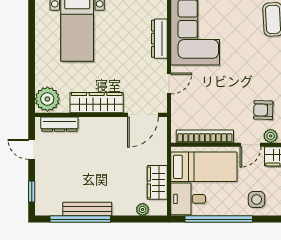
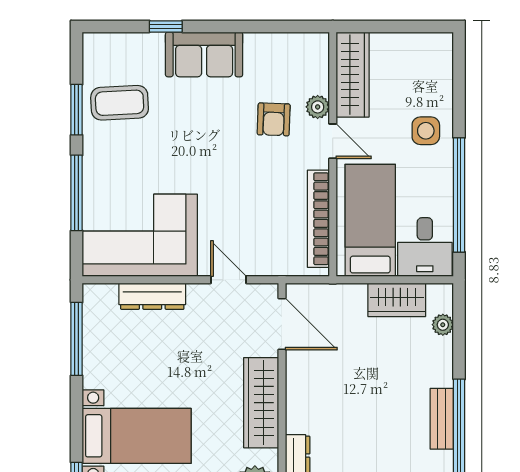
bench: (87, 209) -> (442, 419), width x0.73

